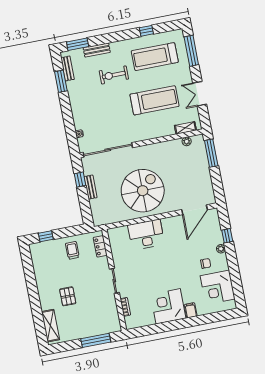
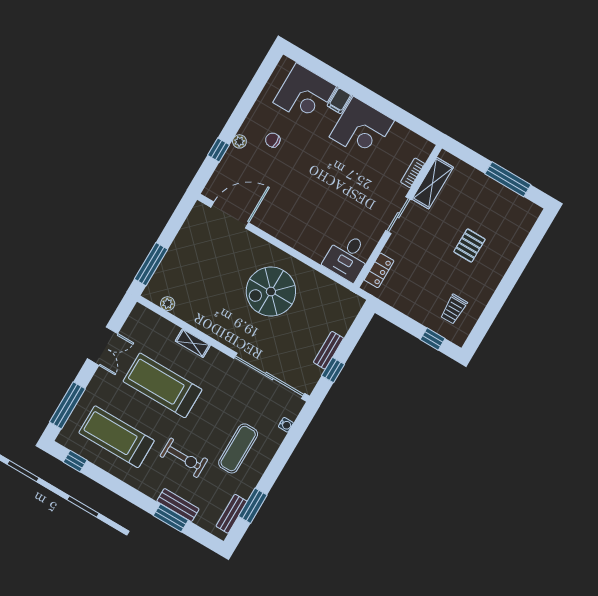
window: (146, 31) -> (75, 461), moved
window: (78, 44) -> (171, 518), moved
treadmill: (155, 57) -> (117, 437), turned 180
exercise mat: (92, 102) -> (238, 448), added
shelving: (185, 128) -> (193, 343), moved
spiral stairs: (143, 191) -> (271, 292), width x0.73, depth x0.73
desk: (146, 235) -> (348, 257), moved, width x0.73
trolley: (72, 250) -> (454, 309), moved
corner desk: (218, 287) -> (305, 94), moved, turned 90
shelving: (51, 326) -> (433, 183), moved
window: (96, 340) -> (508, 179), moved

